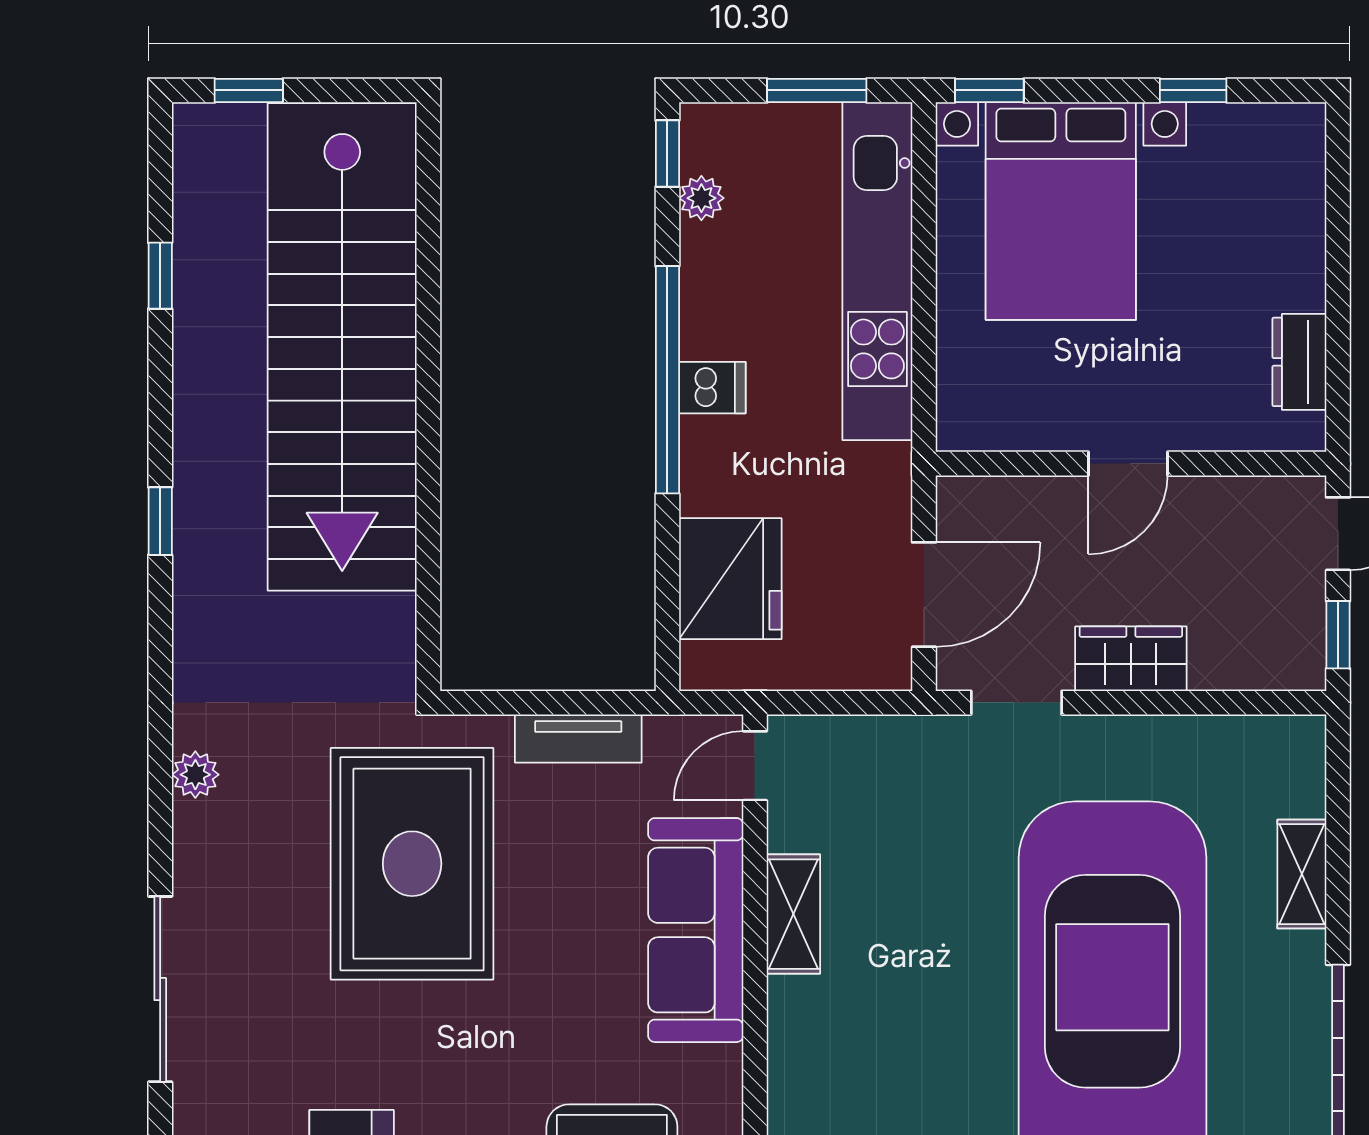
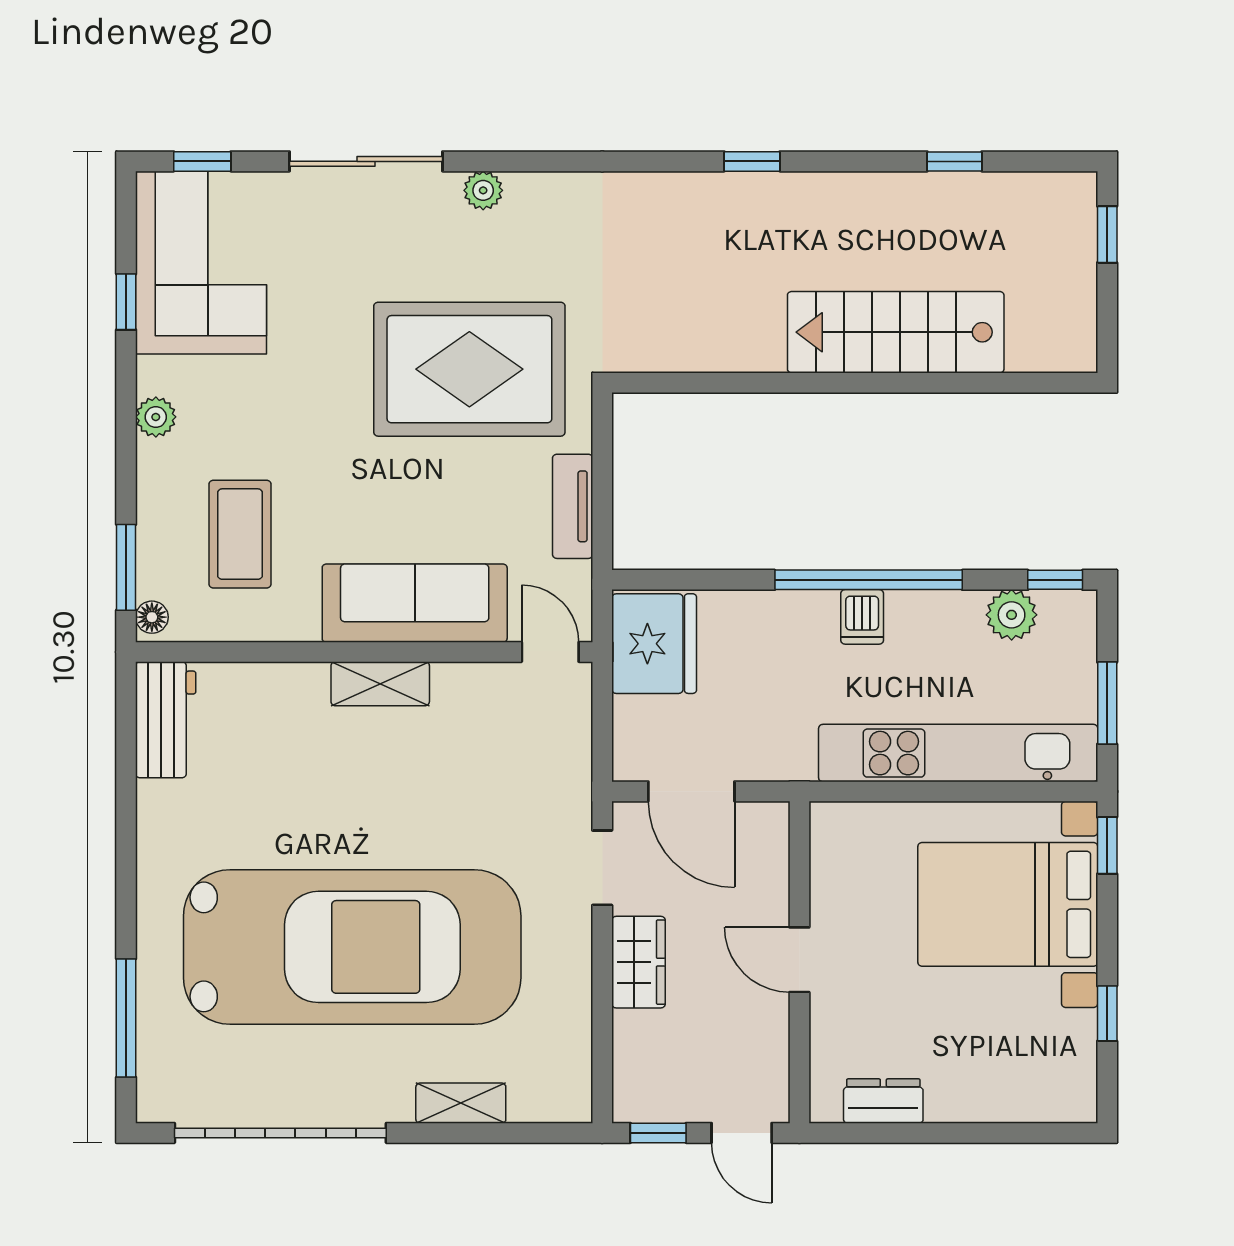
plant: (701, 198) -> (1012, 615), width x1.38, depth x1.38
stairs: (342, 347) -> (896, 332), width x0.54, depth x0.66
fridge: (730, 579) -> (654, 644), moved, turned -90
plant: (195, 775) -> (483, 190), moved
shelving: (793, 914) -> (380, 684), moved

